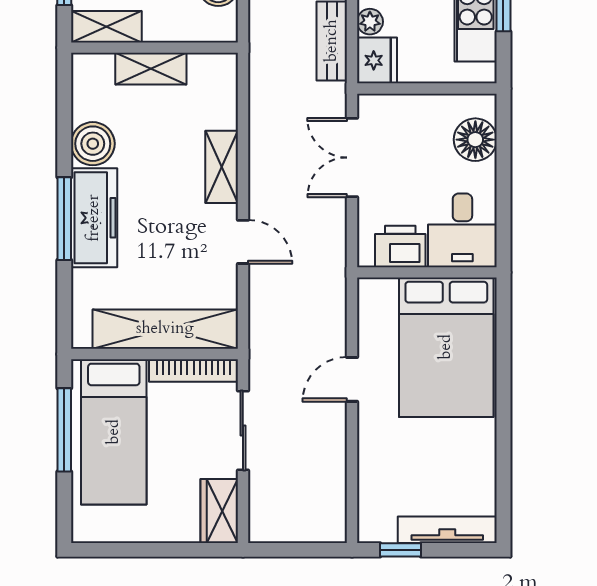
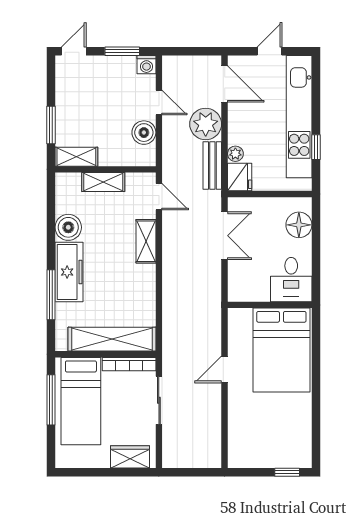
double door: (352, 158) -> (225, 236), swing flipped
window: (64, 219) -> (51, 295), moved
door: (243, 242) -> (159, 197), moved
printer: (400, 246) -> (254, 289), removed
wardrobe: (219, 511) -> (130, 457), moved, turned 90
tv unit: (447, 530) -> (282, 460), removed
window: (400, 550) -> (287, 472), moved

